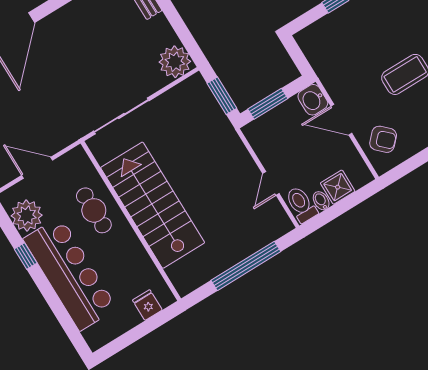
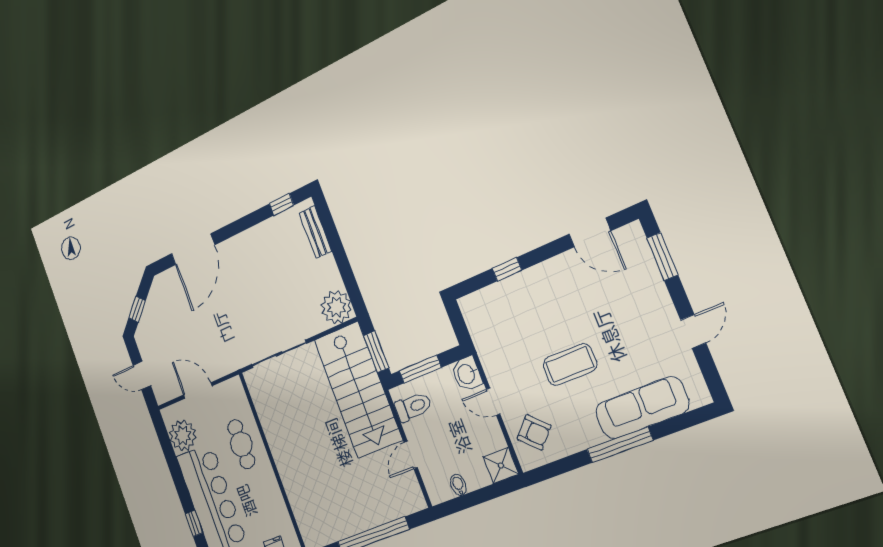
door: (341, 120) -> (493, 402), width x0.73
shower: (338, 187) -> (501, 466), moved
toilet: (301, 204) -> (413, 407), moved, turned 90
stairs: (153, 205) -> (358, 390), moved, turned 180
window: (26, 256) -> (194, 523), moved

